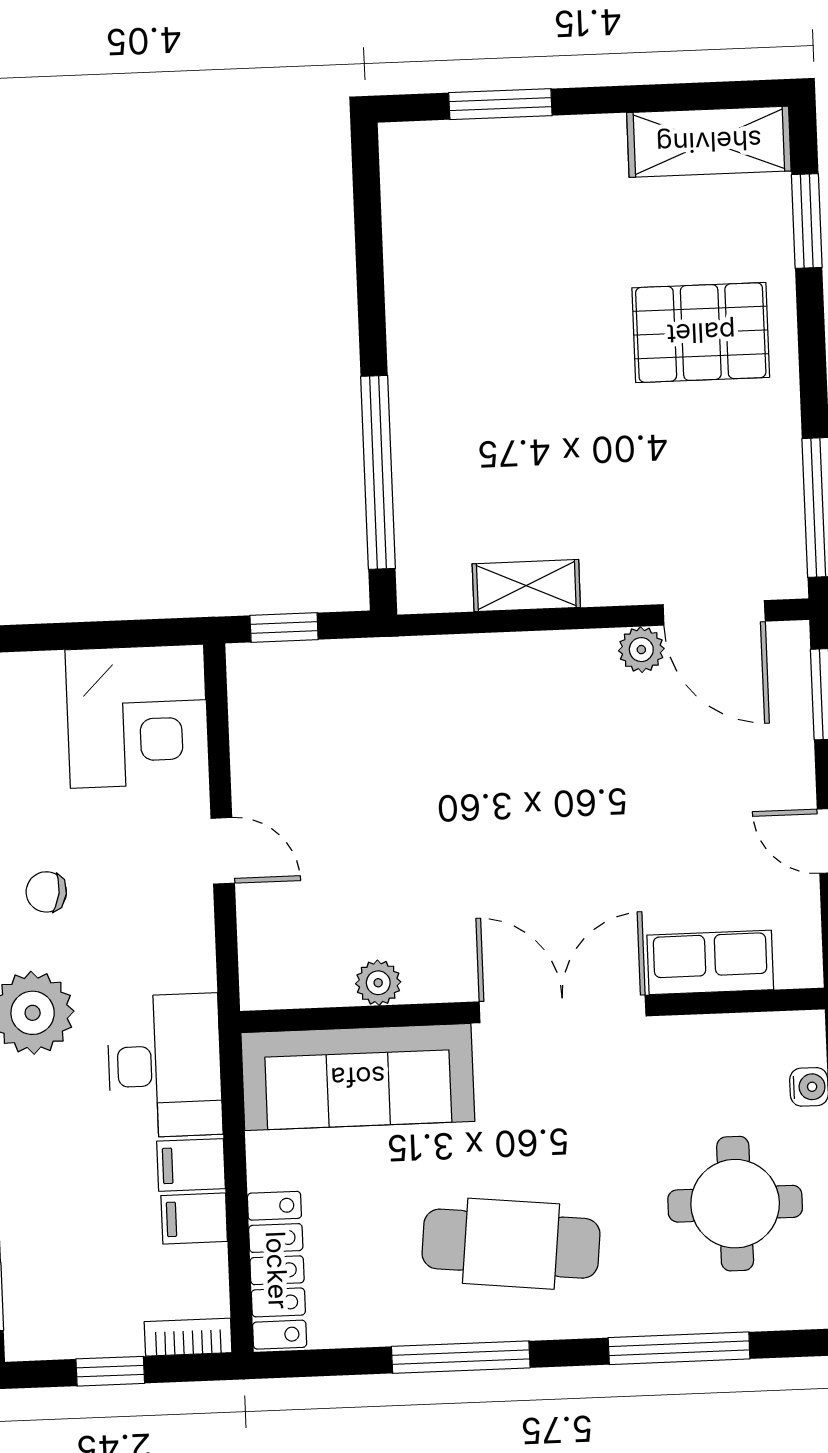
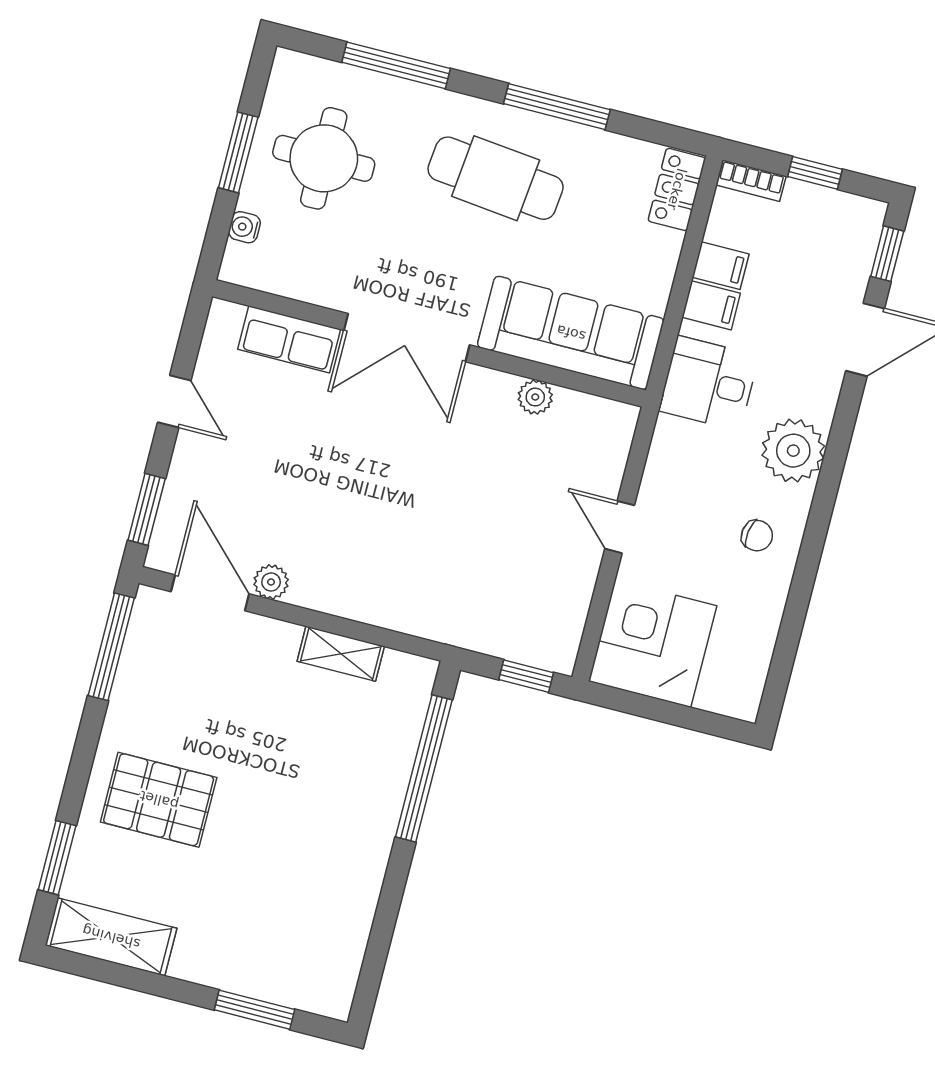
desk: (165, 1066) -> (709, 383), width x0.73
locker: (277, 1270) -> (677, 189), width x0.66

